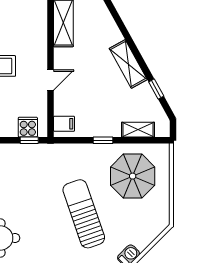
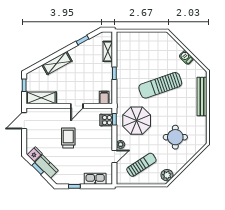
shelving: (128, 64) -> (57, 63), moved
door: (50, 80) -> (77, 106), swing flipped
parasol: (133, 176) -> (137, 121), moved

